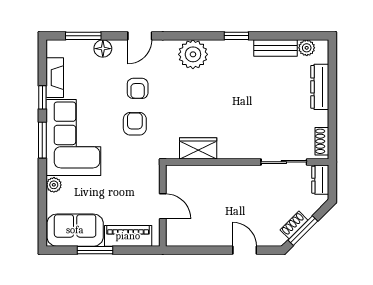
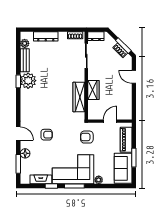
plant: (193, 54) -> (28, 81), moved
armchair: (135, 124) -> (87, 137), moved
wardrobe: (198, 148) -> (79, 97), width x1.50
wardrobe: (220, 175) -> (93, 90), added
door: (245, 250) -> (134, 77), hinge flipped

